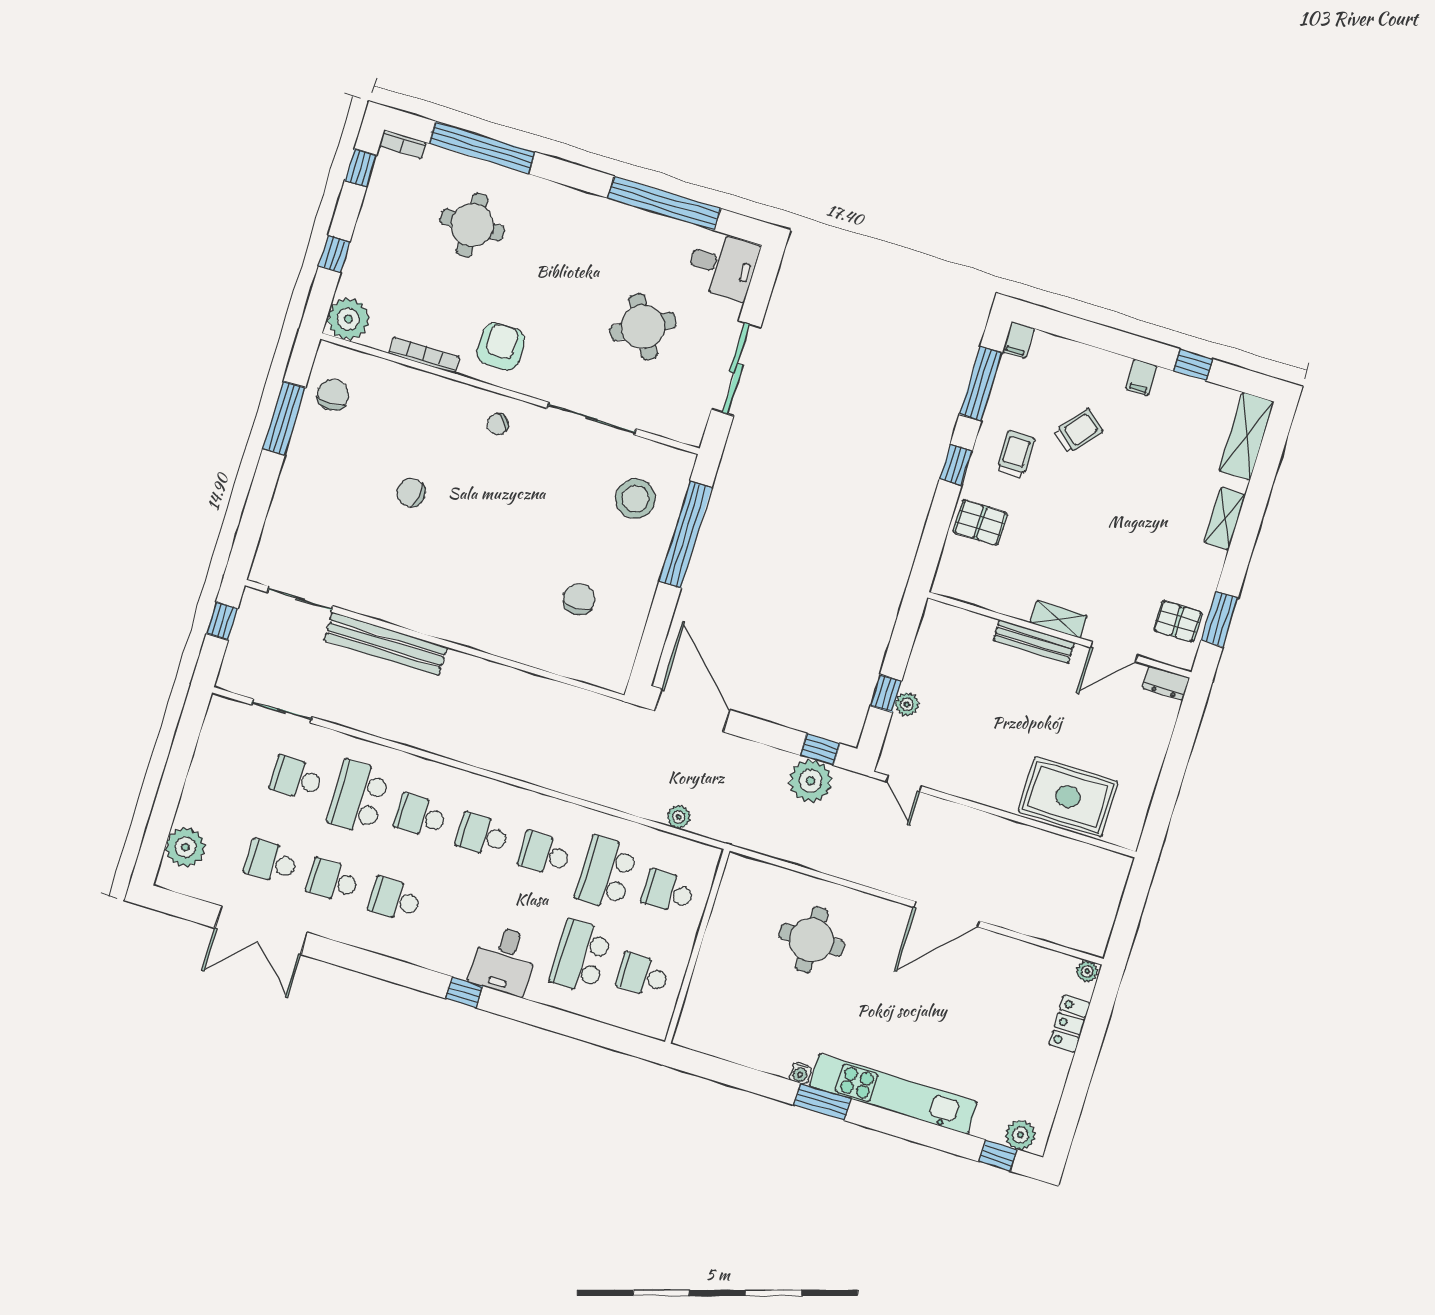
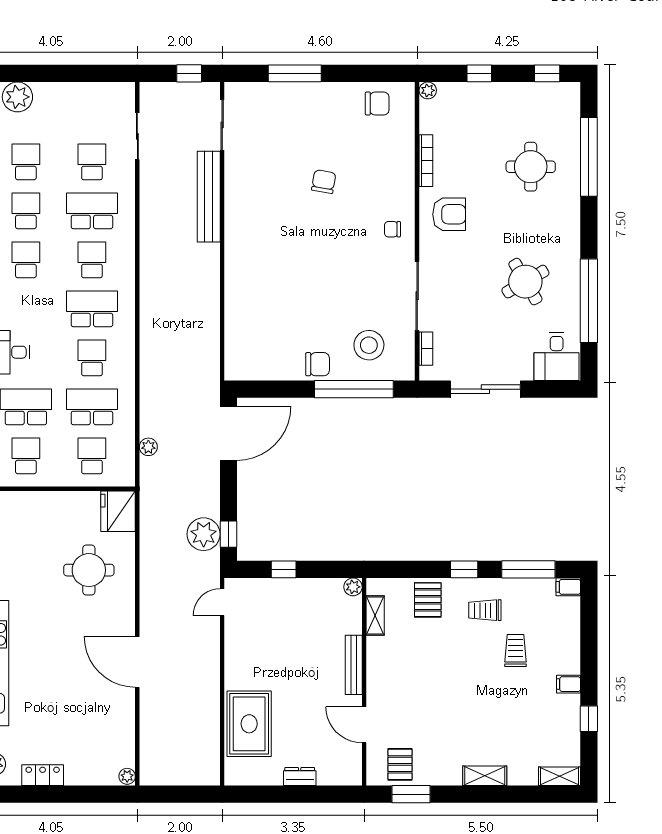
bookcase: (403, 144) -> (426, 349), moved, turned 180
plant: (348, 319) -> (428, 90), width x0.53, depth x0.53
round table: (643, 327) -> (525, 282), moved
window: (284, 418) -> (295, 73), moved
chair: (498, 424) -> (392, 229), turned -45
trolley: (1078, 431) -> (516, 650), turned -130
shelving: (1246, 436) -> (559, 776), width x0.67, depth x0.75
trolley: (1015, 454) -> (485, 610), turned 180
chair: (579, 599) -> (318, 364), moved
shelving: (1059, 619) -> (375, 616), moved
dresser: (1166, 683) -> (300, 777), moved, turned 90
plant: (907, 704) -> (353, 587), moved
school desk: (482, 835) -> (92, 309), width x1.85
fridge: (749, 880) -> (118, 511), added
locker: (1069, 1024) -> (43, 775), moved

